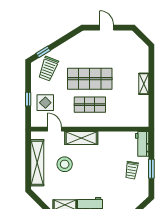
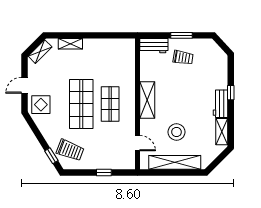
shelving: (137, 42) -> (40, 52), added
shelving: (144, 84) -> (70, 44), moved
display table: (45, 103) -> (41, 105), moved
door: (55, 129) -> (137, 143), swing flipped
shelving: (81, 138) -> (147, 100), moved

